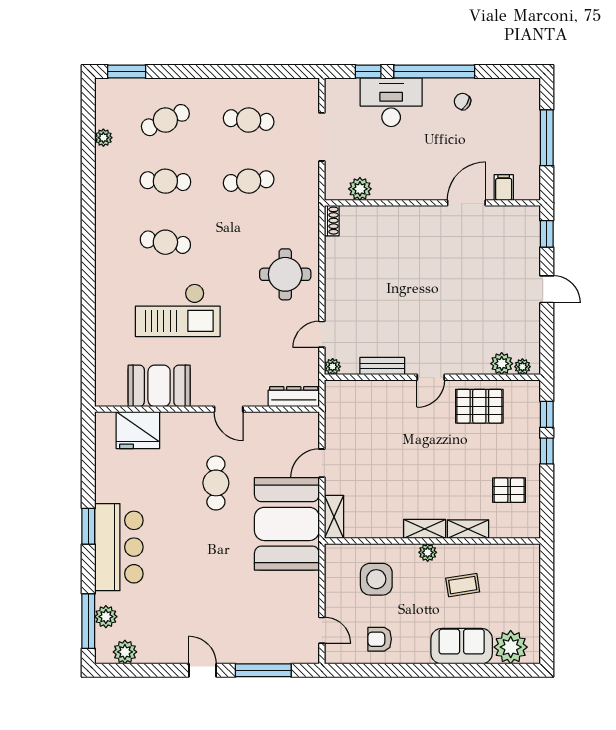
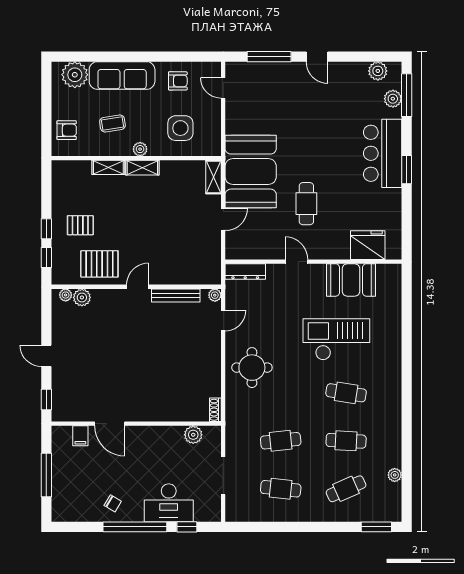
door: (466, 203) -> (110, 424), hinge flipped
bench: (382, 366) -> (176, 295), width x1.36
pallet: (509, 490) -> (80, 225), moved
armchair: (521, 577) -> (67, 130), added
sofa: (462, 646) -> (122, 76), width x1.36

